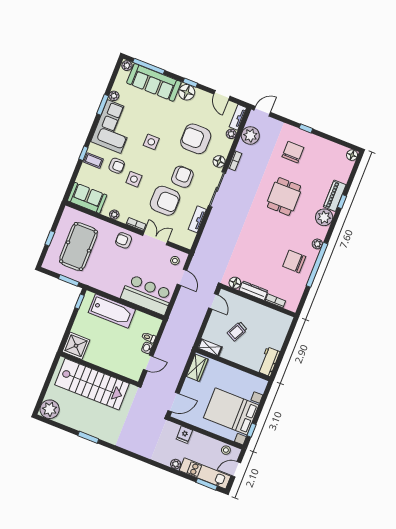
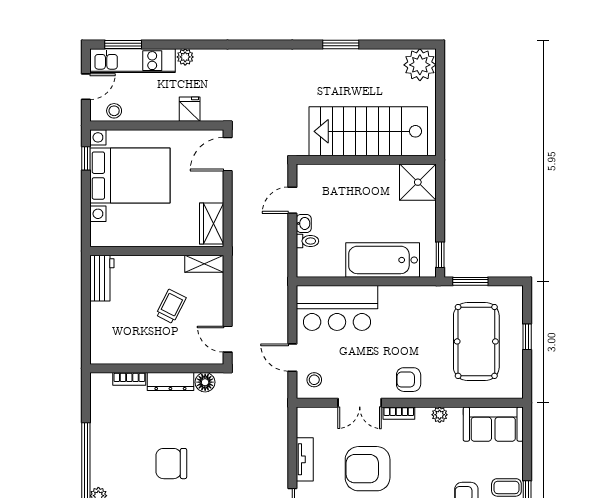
side table: (134, 179) -> (431, 483), removed
armchair: (124, 240) -> (409, 380), turned 180
chair: (294, 261) -> (171, 464), moved, turned 180

